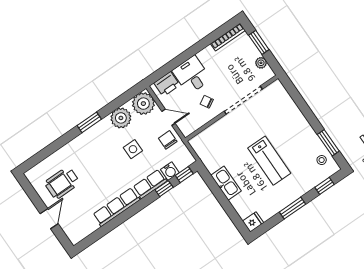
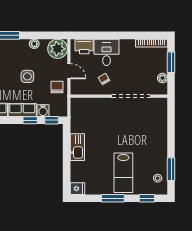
plant: (121, 118) -> (34, 44), width x0.53, depth x0.53
lab bench: (269, 161) -> (123, 173), moved

